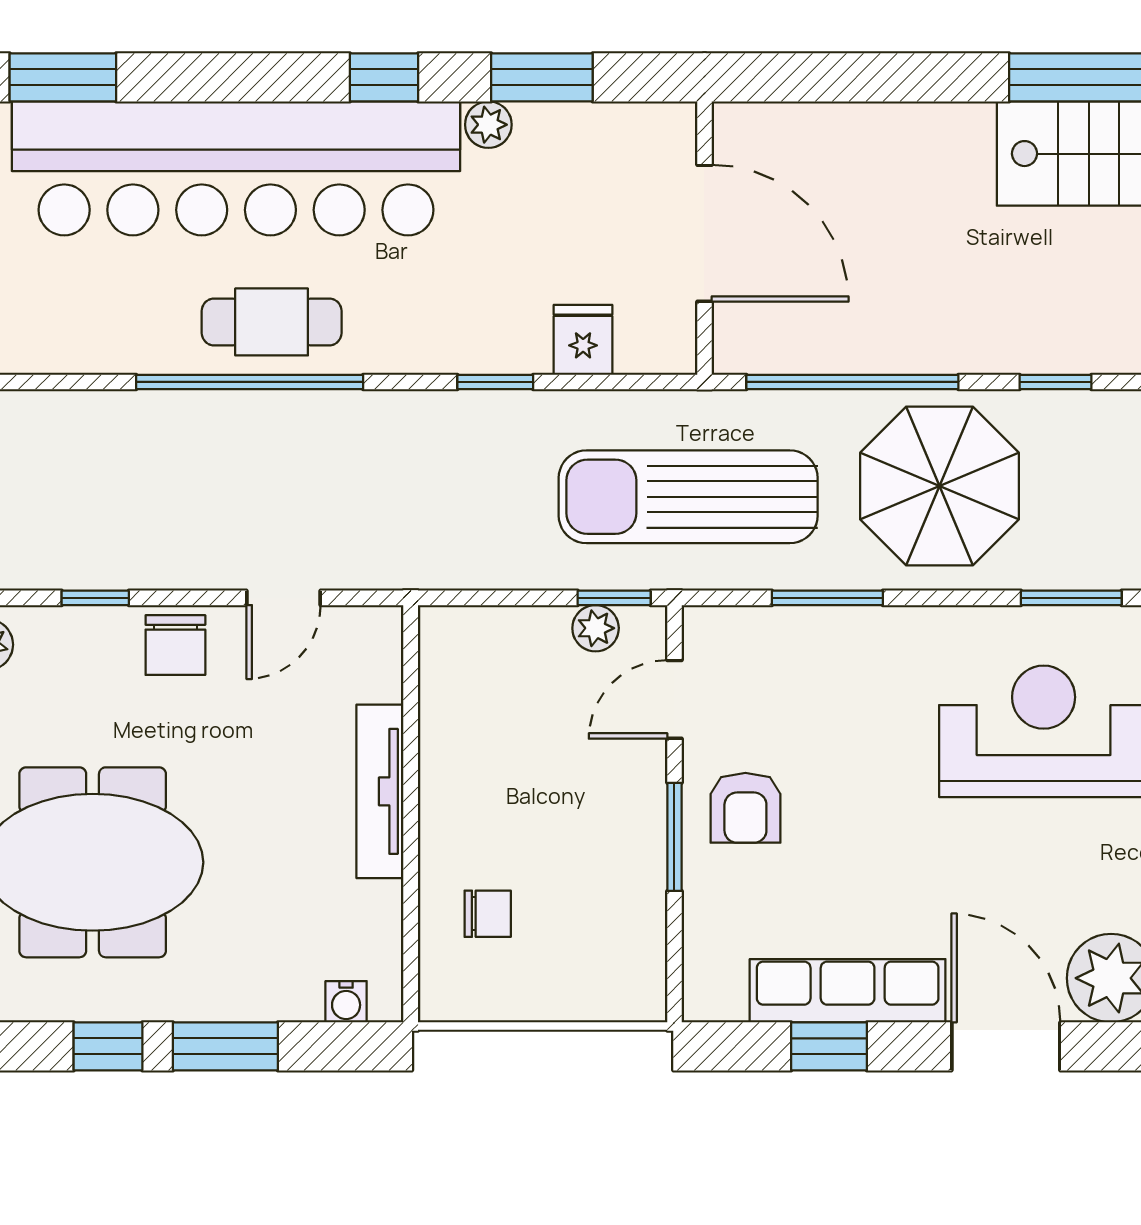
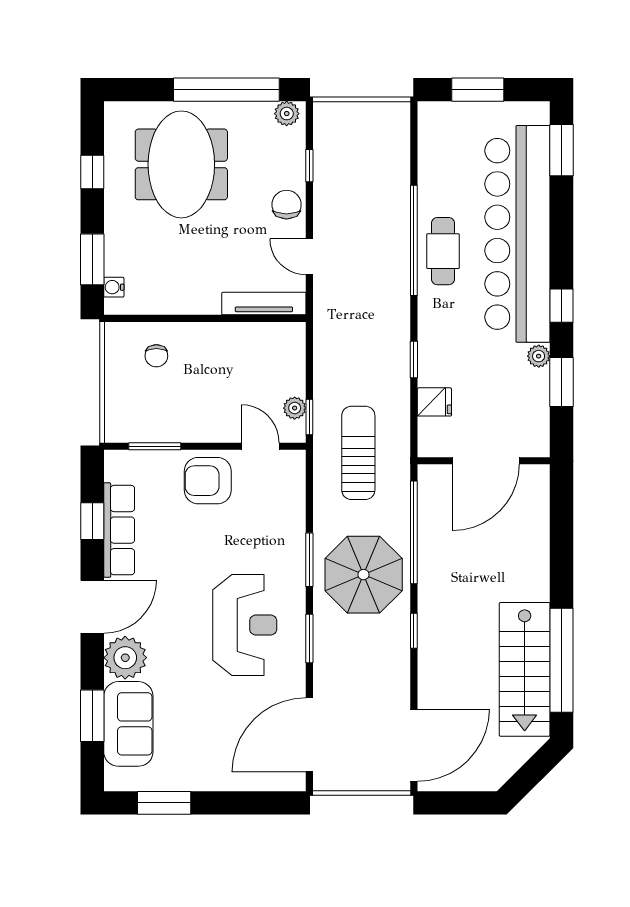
sun lounger: (688, 497) -> (358, 453), width x0.73, depth x0.75
window: (827, 598) -> (309, 560), moved
chair: (175, 645) -> (287, 205), turned 90
tv unit: (380, 791) -> (264, 304), moved
armchair: (745, 808) -> (208, 481), width x1.38, depth x1.38
window: (674, 837) -> (155, 446), moved
window: (225, 1046) -> (92, 259), moved

